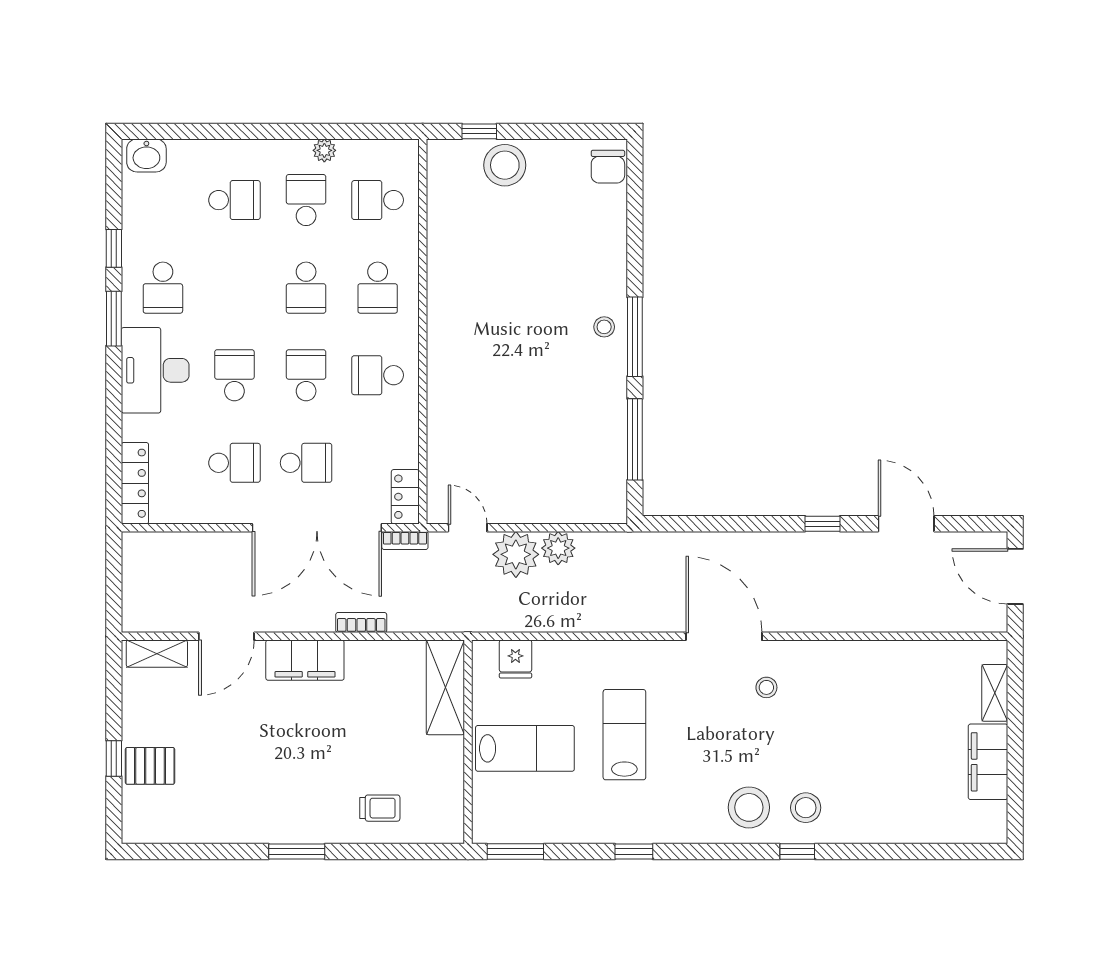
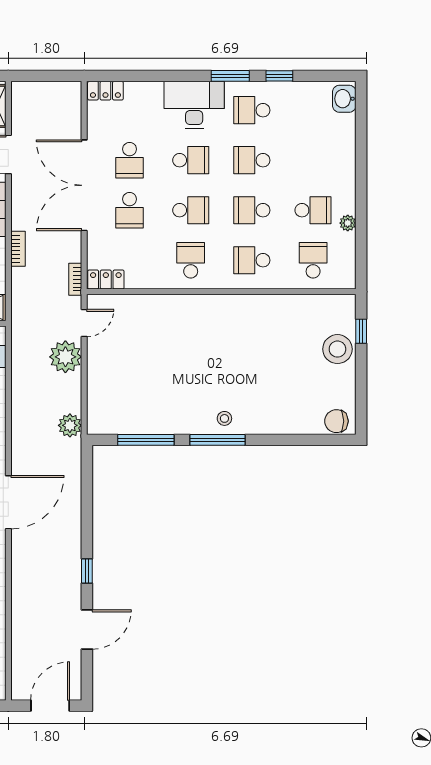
school desk: (234, 200) -> (252, 160), moved, turned 90
locker: (135, 483) -> (105, 91), width x0.66
double door: (317, 528) -> (84, 185), moved
plant: (558, 548) -> (70, 425), moved

